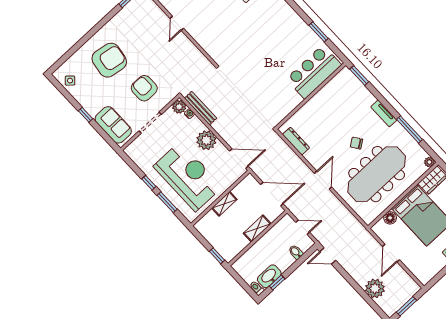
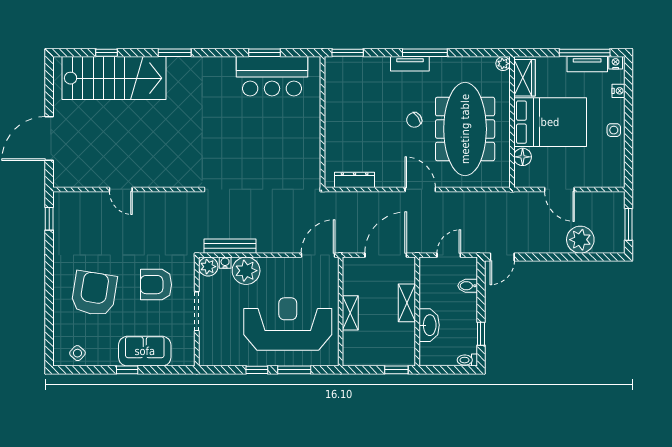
bar counter: (314, 72) -> (272, 76), moved, turned -90
sofa: (113, 125) -> (145, 351), moved
window: (410, 129) -> (425, 53), moved
plant: (206, 140) -> (246, 271), moved
washbasin: (269, 276) -> (429, 325), moved, turned 180

